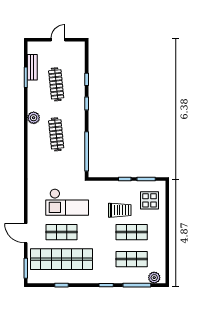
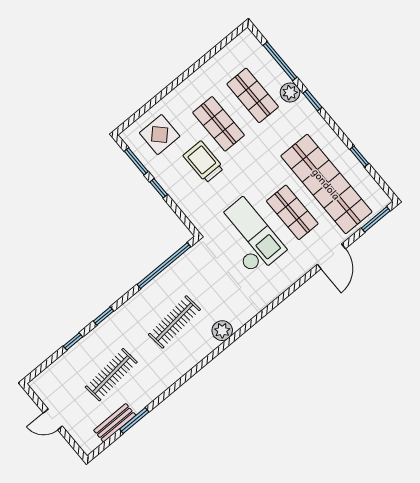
plant: (34, 118) -> (222, 331), moved
plant: (154, 278) -> (290, 92), moved

